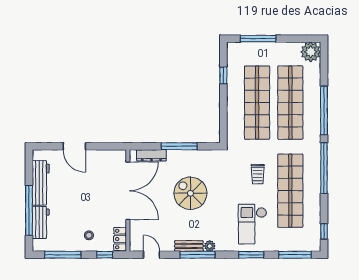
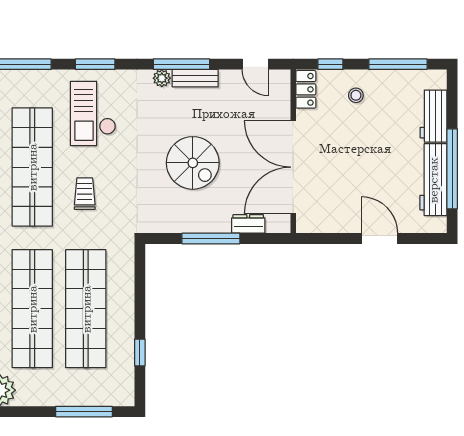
dresser: (151, 155) -> (248, 224), width x0.70
window: (29, 210) -> (452, 169), moved
checkout: (252, 224) -> (93, 113), turned 180

